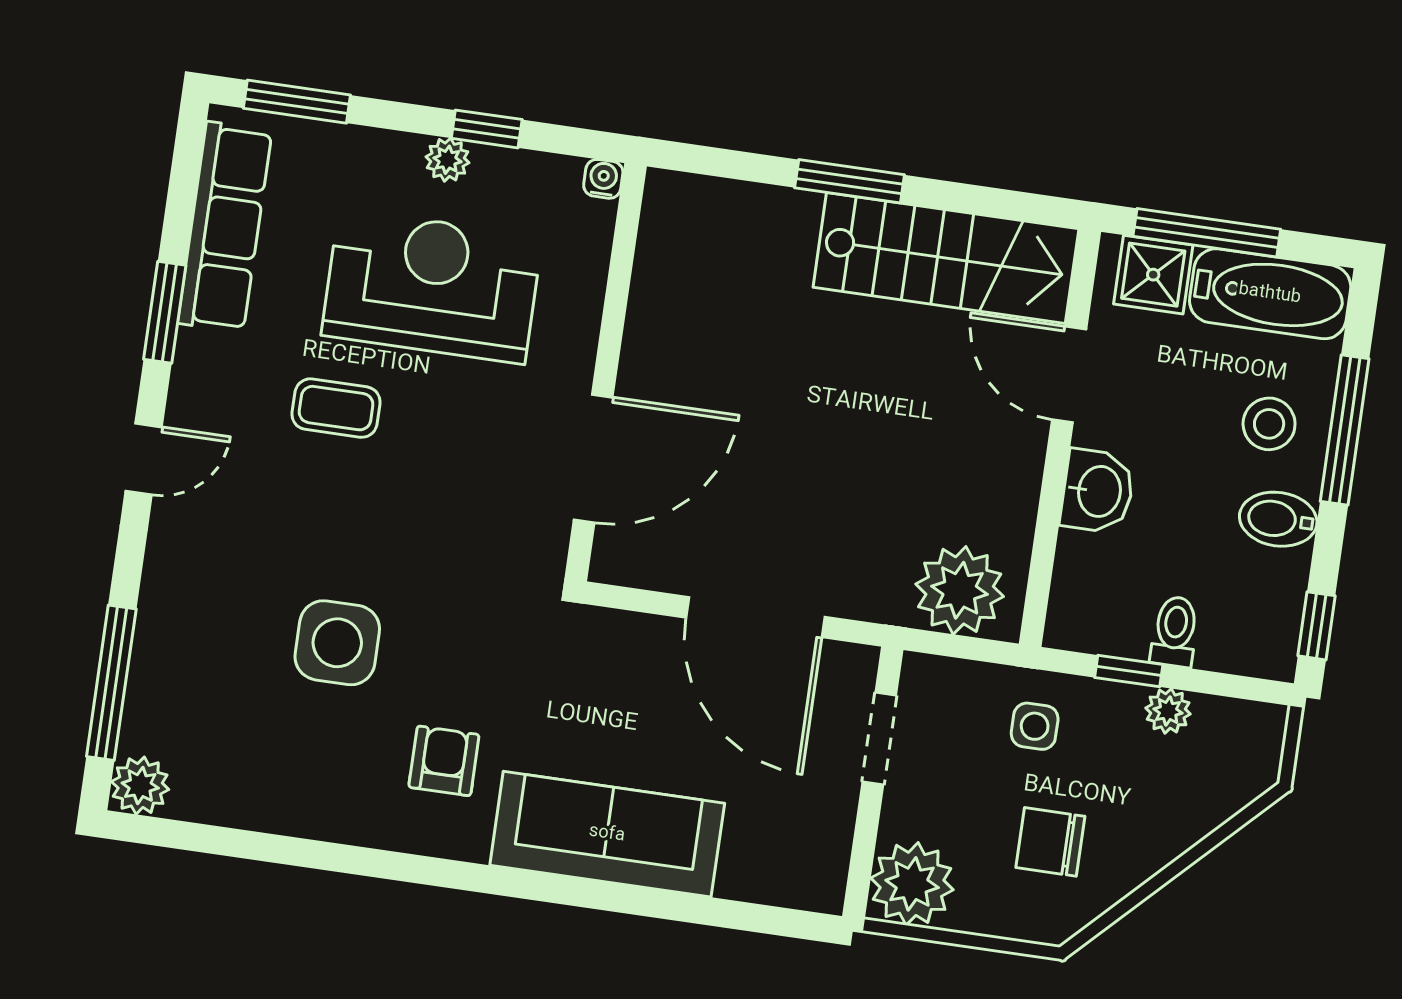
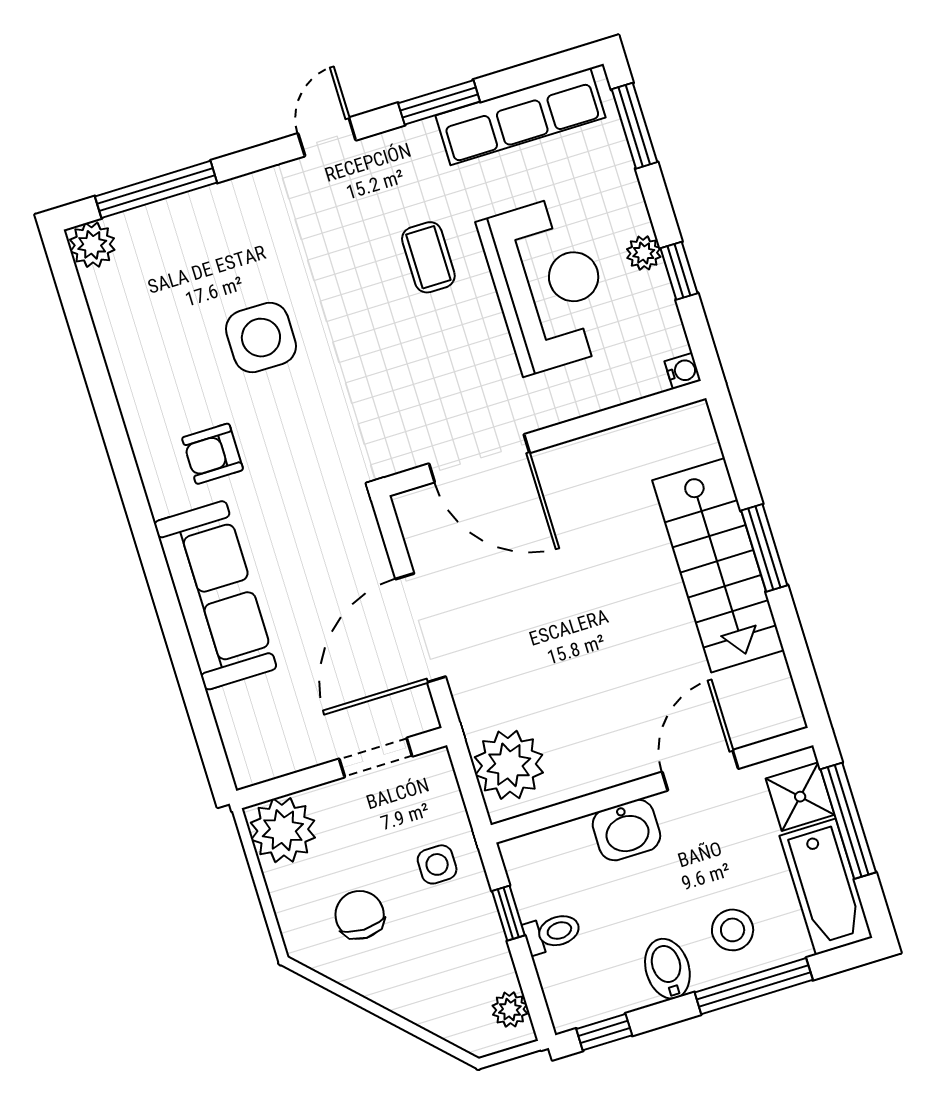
stairs: (946, 258) -> (718, 565), moved
door: (144, 459) -> (327, 137), swing flipped
plant: (1168, 711) -> (510, 1010), moved
armchair: (444, 761) -> (213, 454), turned 180

